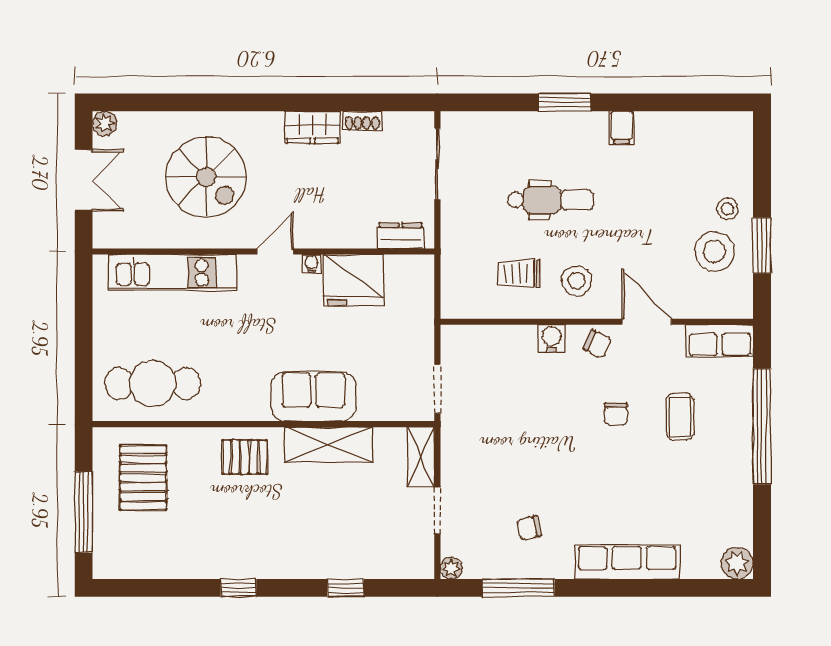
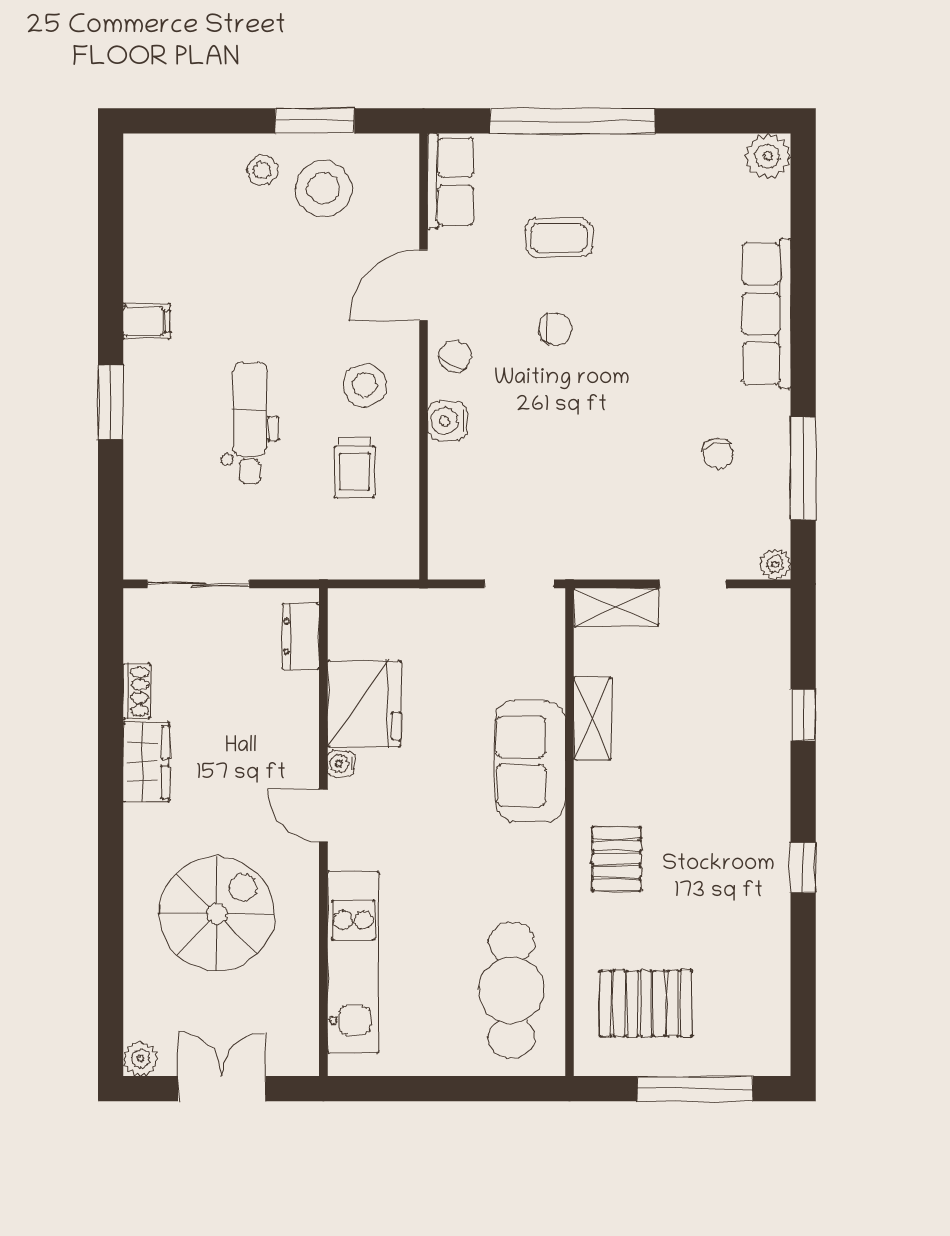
shelving: (329, 444) -> (592, 718), width x0.67, depth x0.75

